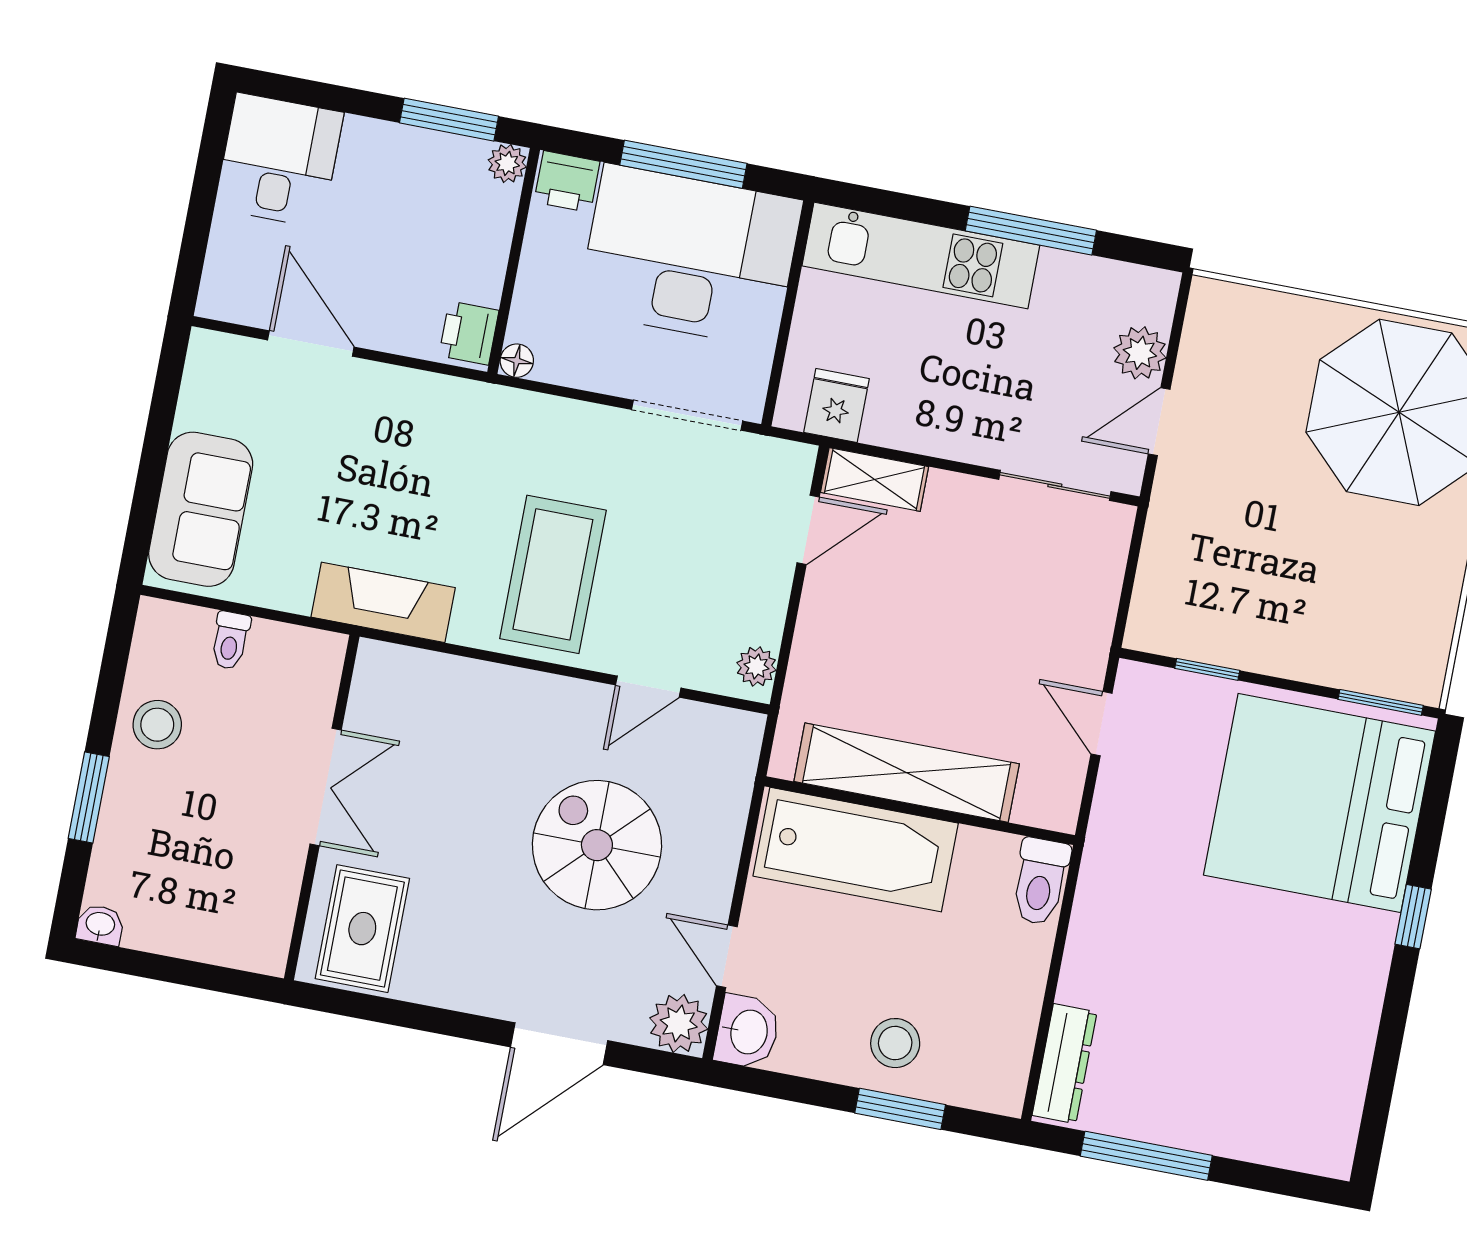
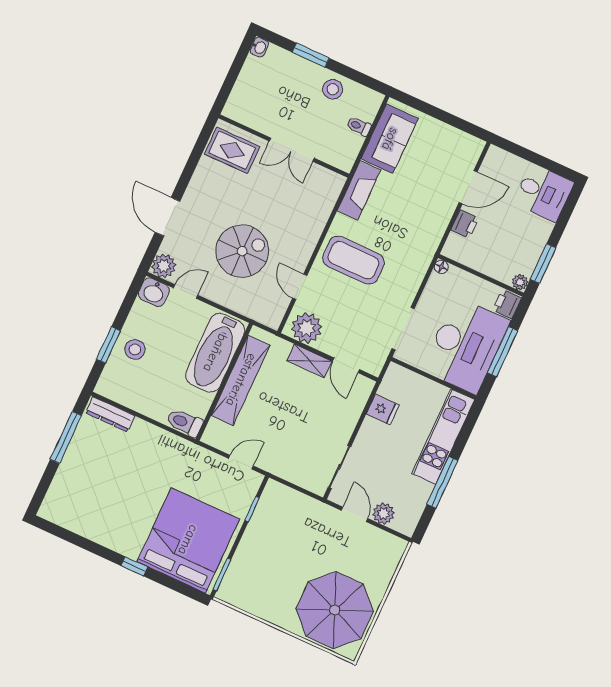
printer: (469, 333) -> (465, 224), moved, turned 90
fridge: (837, 405) -> (383, 409), moved
shelving: (875, 479) -> (309, 361), moved, turned 90
sofa: (201, 509) -> (390, 139), moved, turned -90
plant: (756, 667) -> (307, 328), width x1.87, depth x1.87

